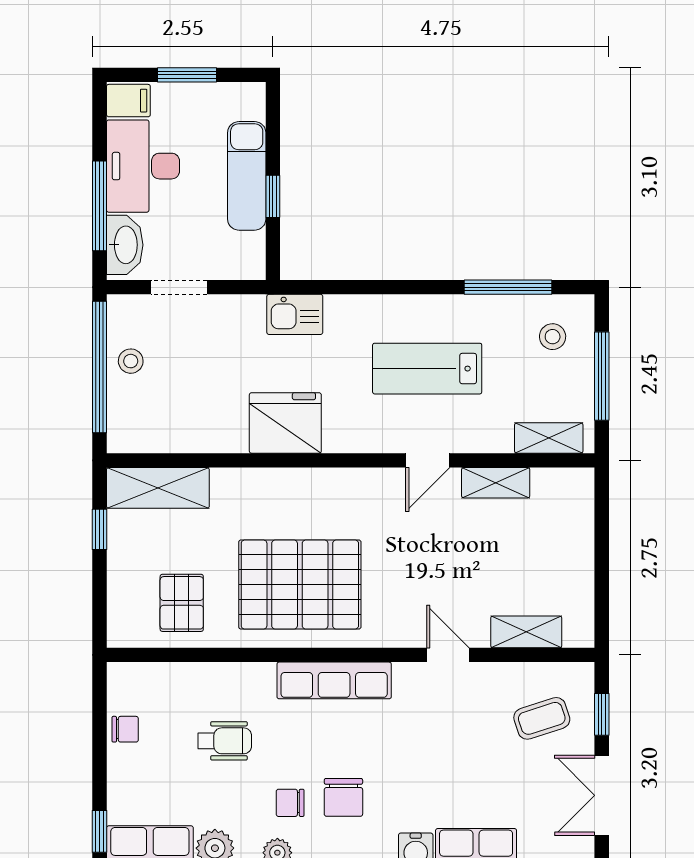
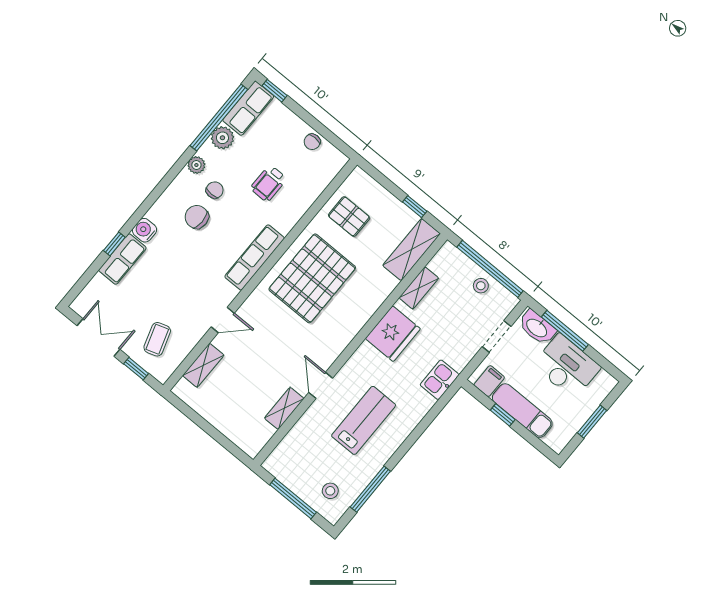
filing cabinet: (128, 101) -> (489, 381), moved, turned 180
shelving: (549, 438) -> (419, 288), moved

